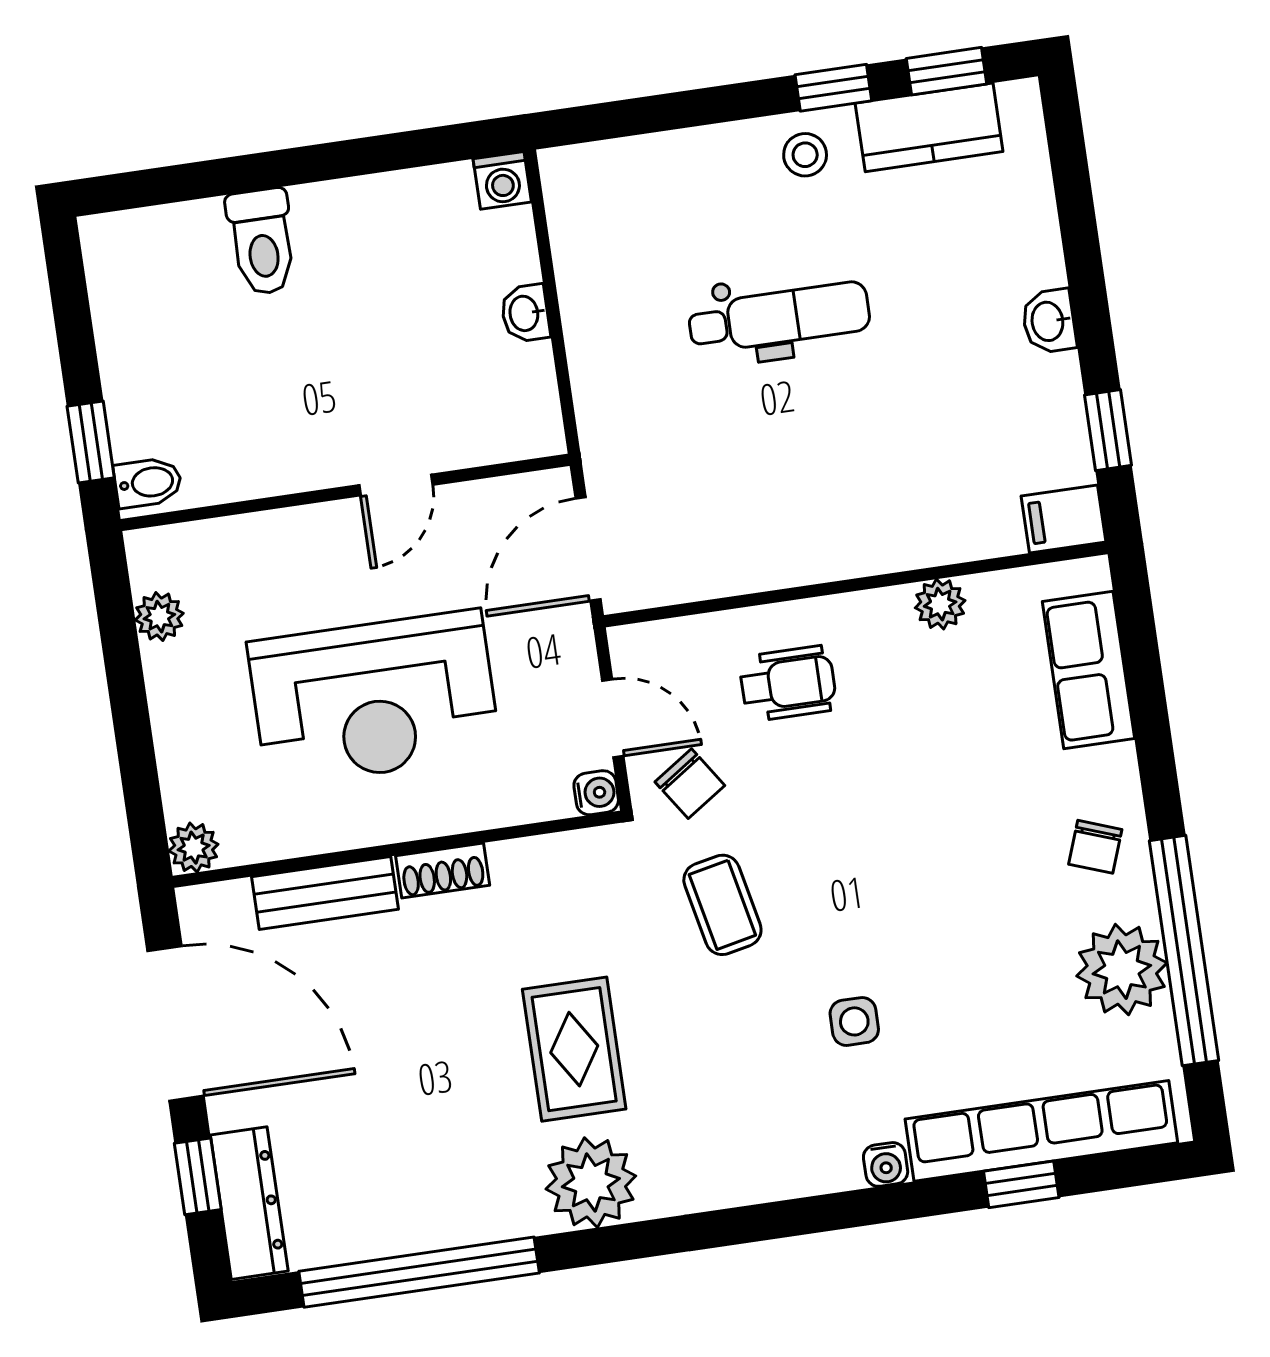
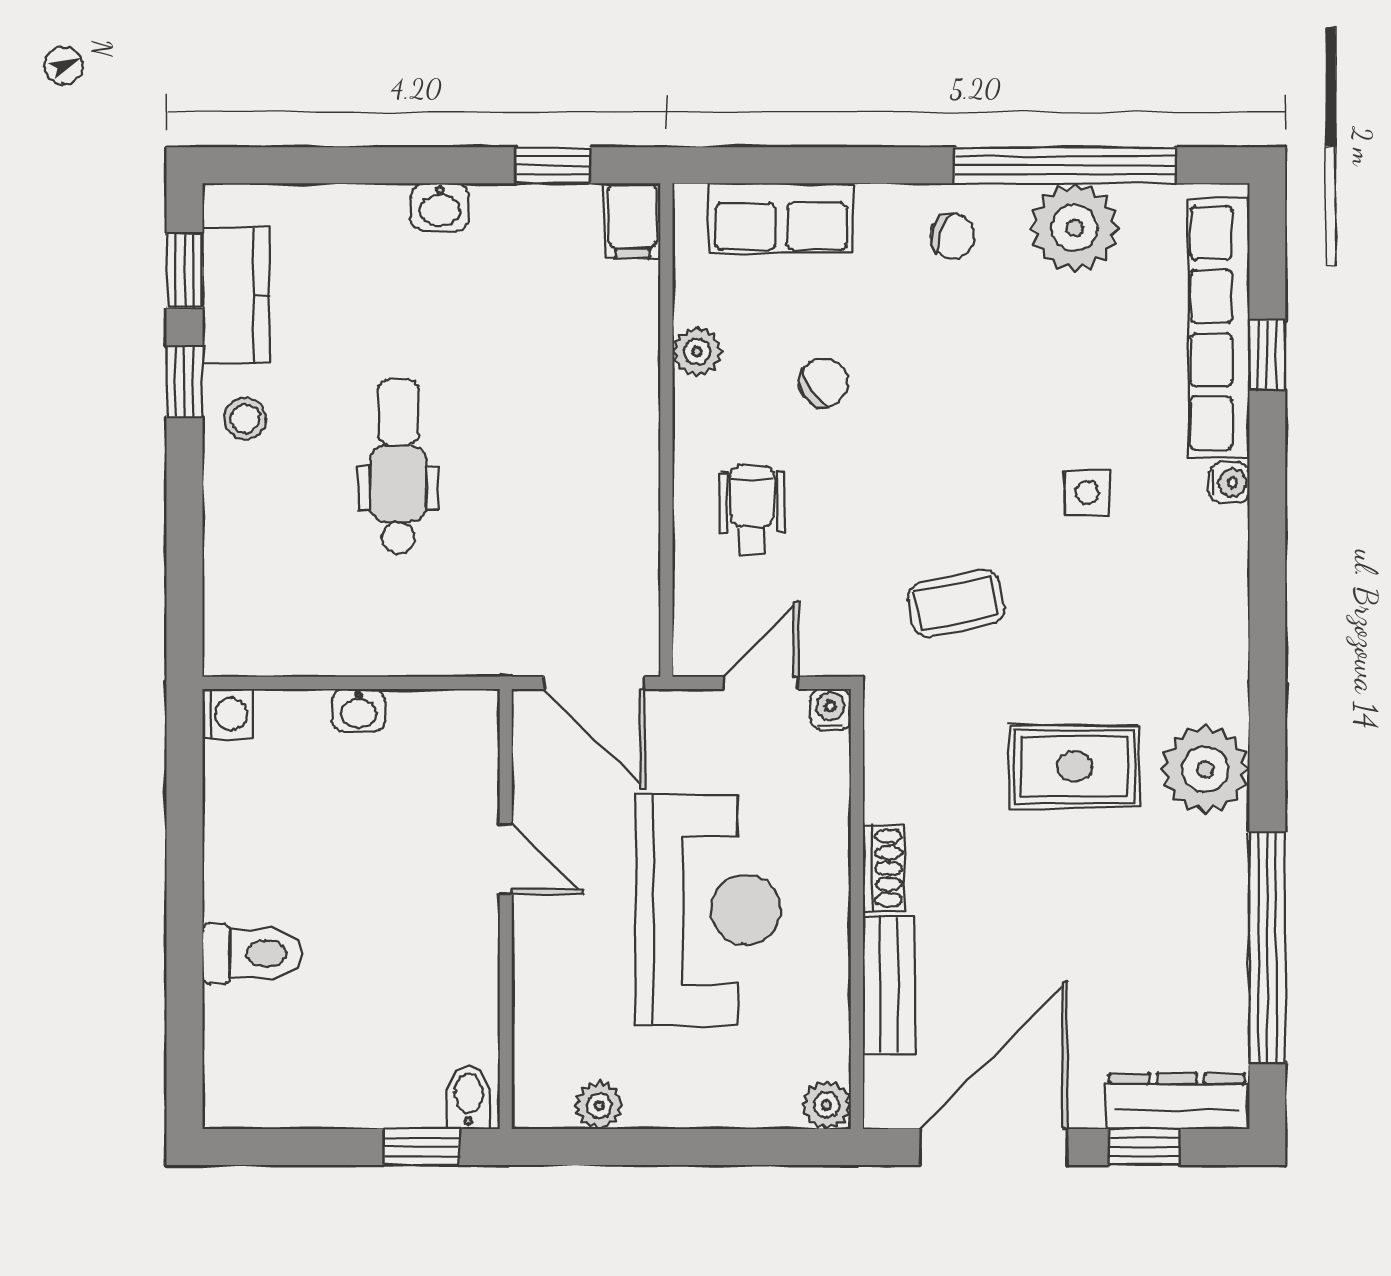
chair: (690, 784) -> (824, 382), moved

